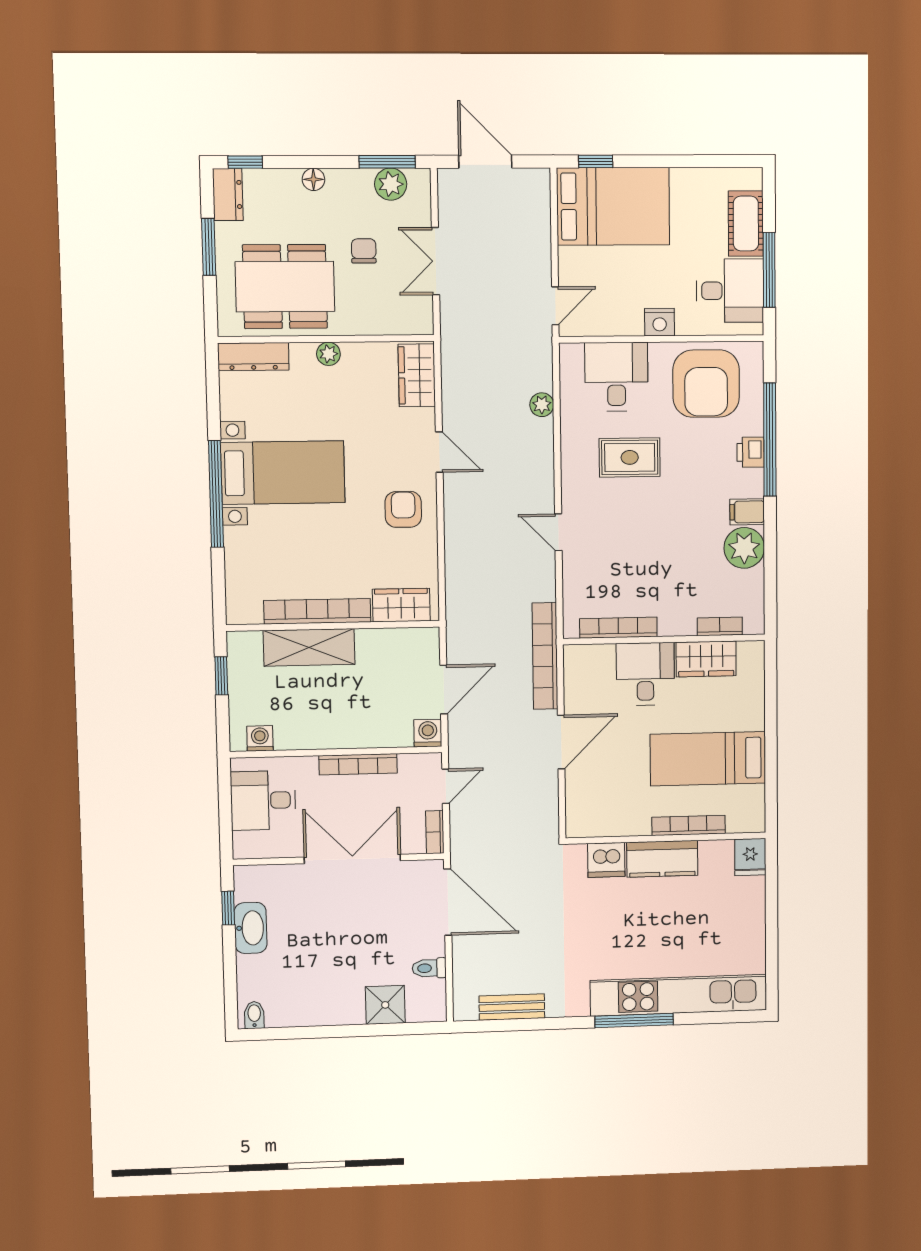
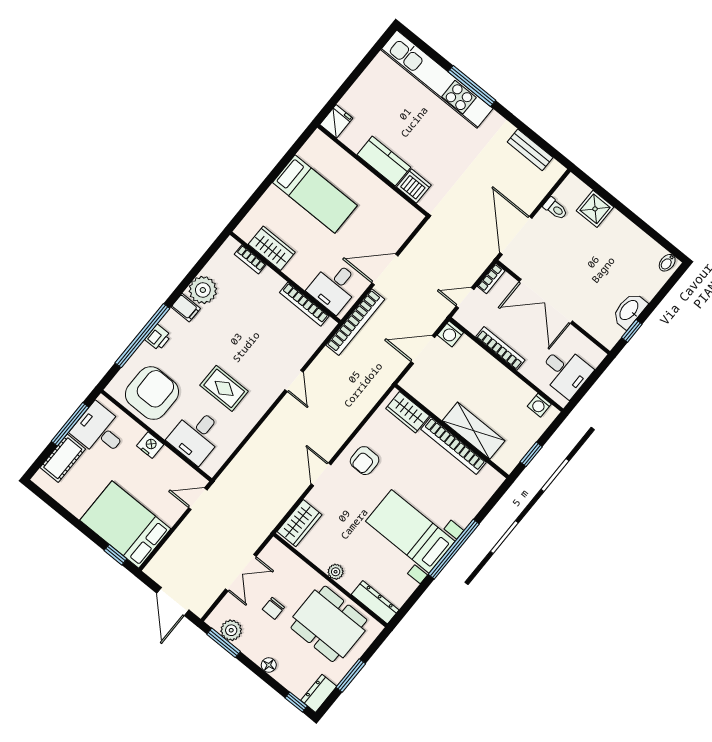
plant: (542, 405) -> (247, 454), removed
desk: (645, 674) -> (334, 287), moved
bookcase: (689, 825) -> (355, 167), removed

